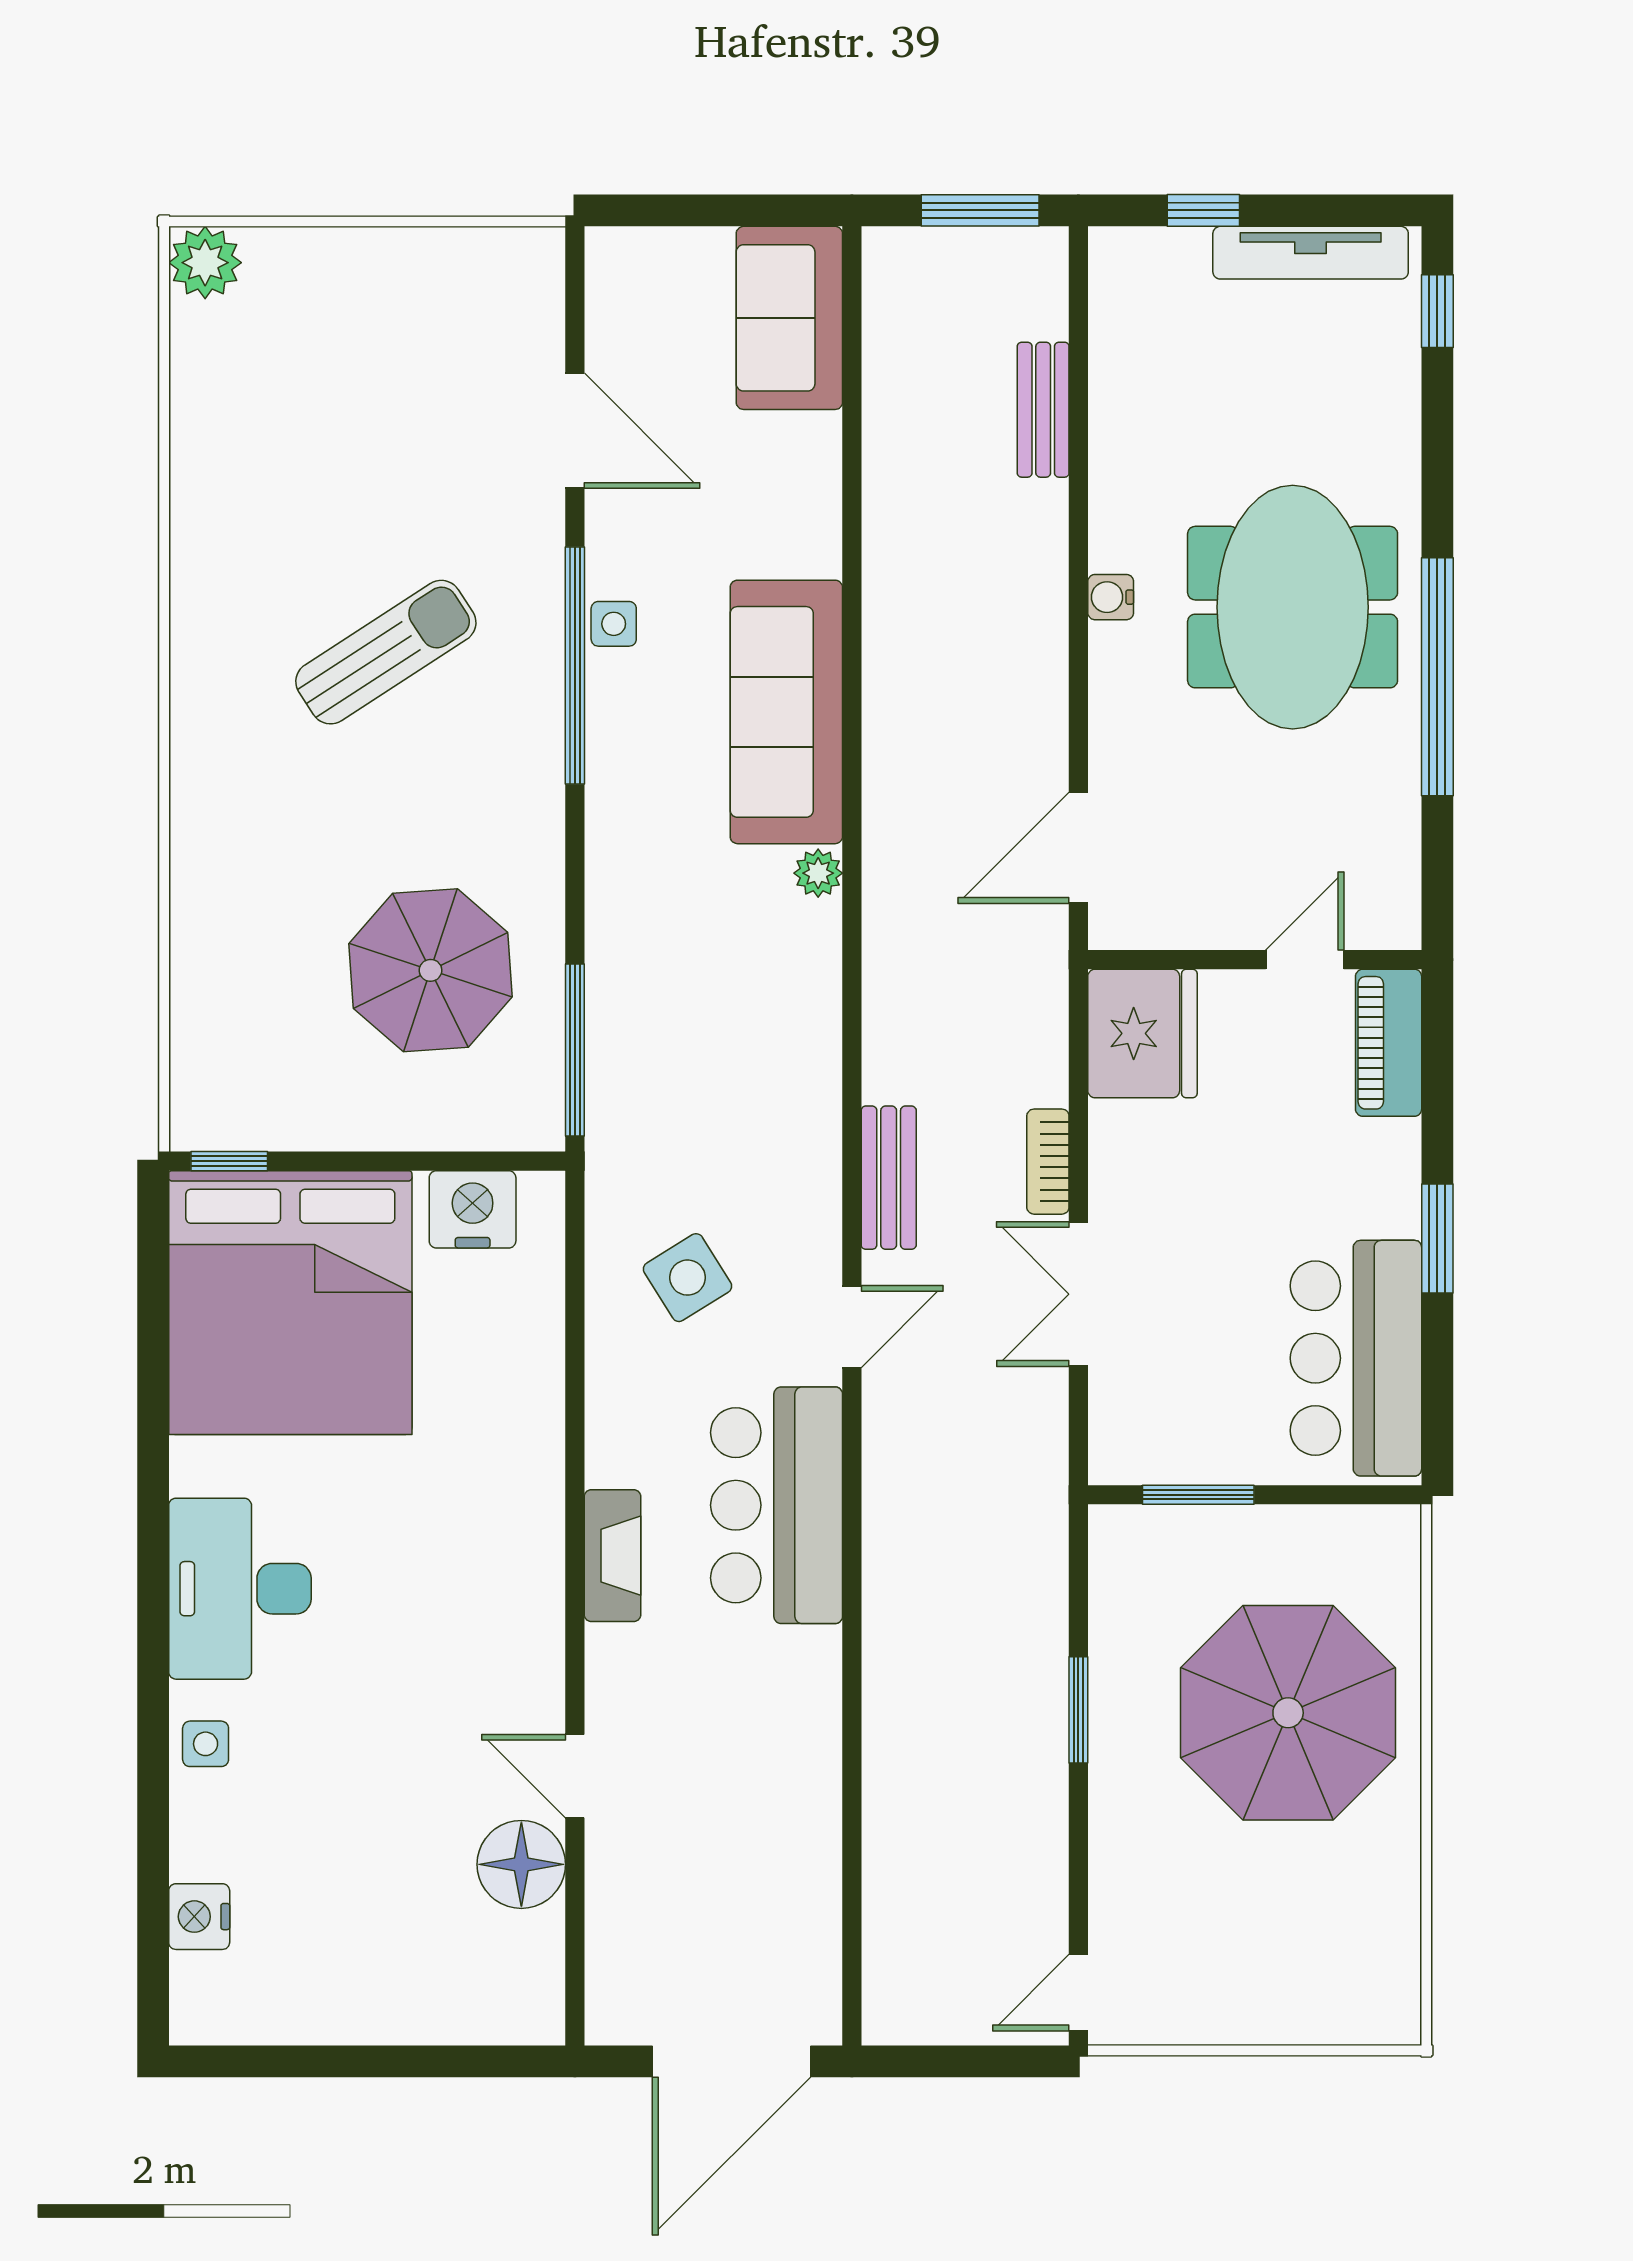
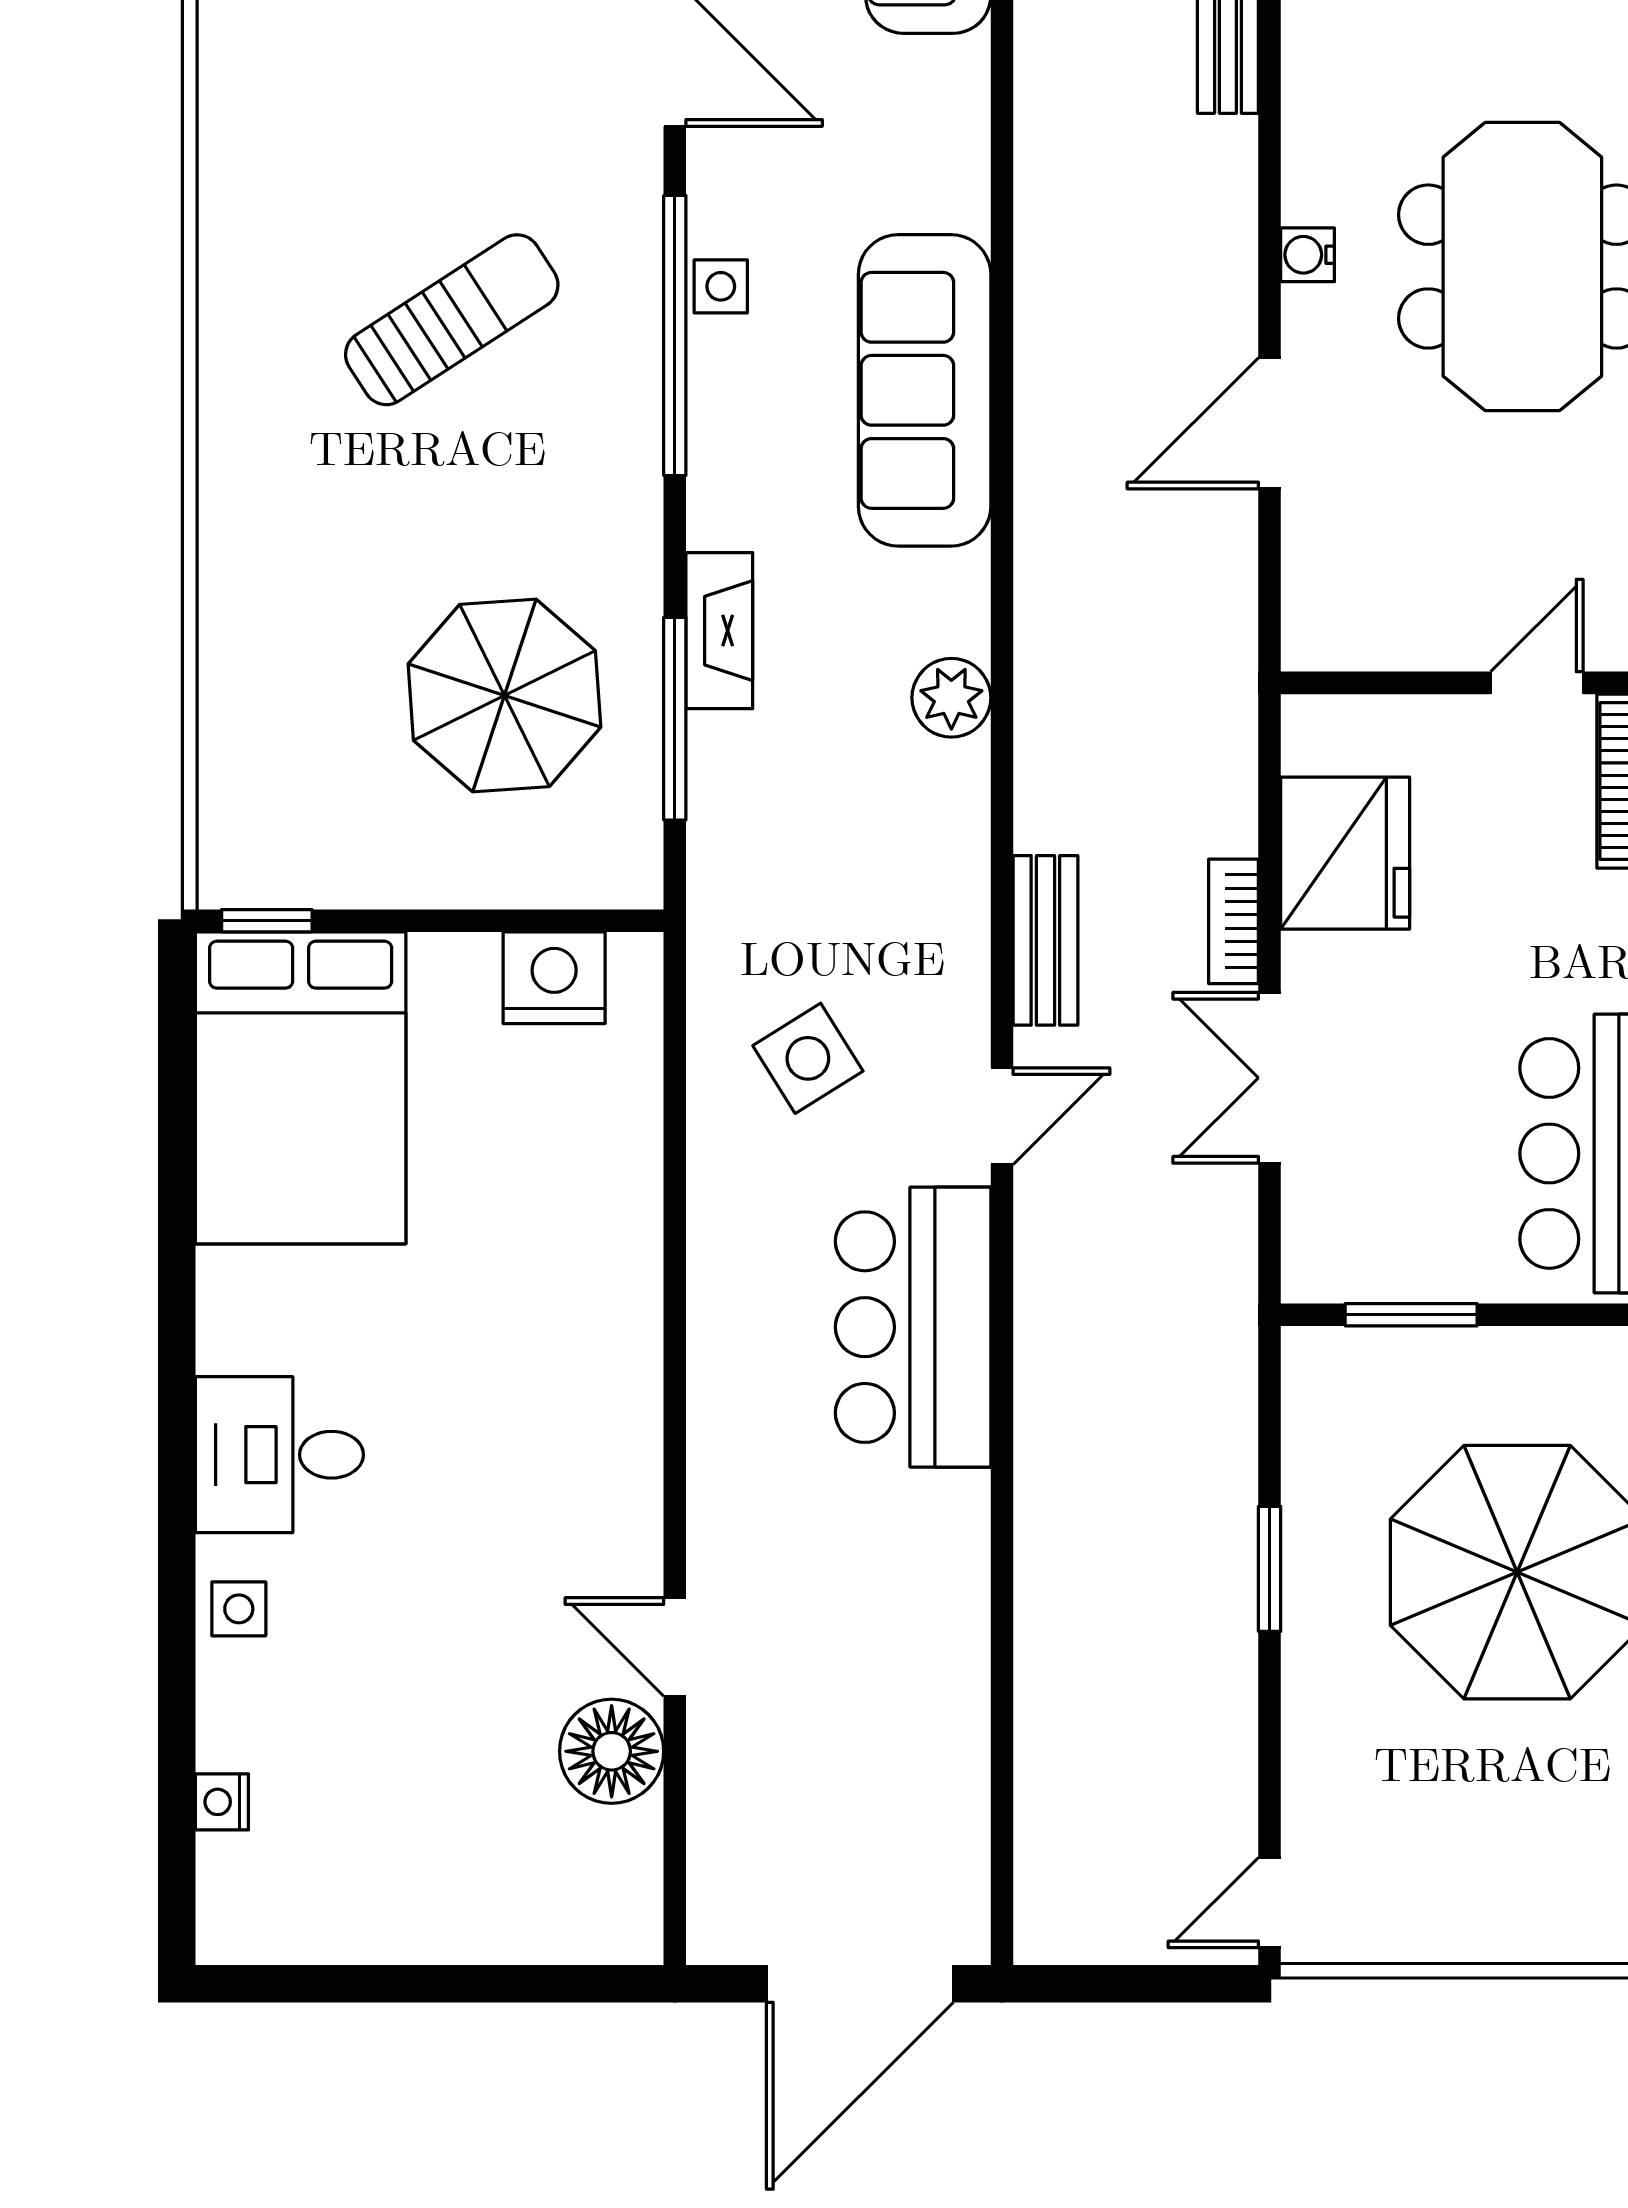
door: (1078, 848) -> (1270, 423), moved
plant: (818, 873) -> (951, 698), moved, width x1.38, depth x1.38
fridge: (1142, 1033) -> (1345, 853), moved
window: (575, 1050) -> (675, 719), moved
bed: (290, 1303) -> (301, 1088), width x0.73
fireplace: (612, 1556) -> (719, 631), moved
desk: (240, 1589) -> (279, 1455), width x0.73
nightstand: (199, 1917) -> (222, 1802), width x0.72, depth x0.74

